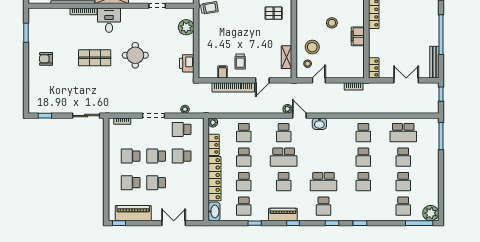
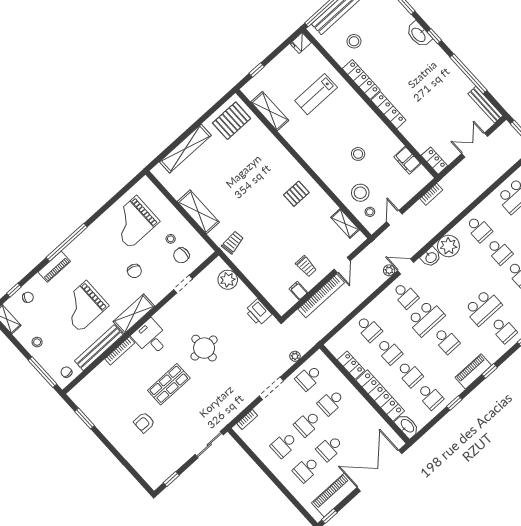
filing cabinet: (358, 36) -> (407, 160), moved
armchair: (46, 59) -> (144, 422), moved
plant: (213, 122) -> (448, 246), moved, width x1.87, depth x1.87
double door: (174, 223) -> (380, 471), width x1.87

